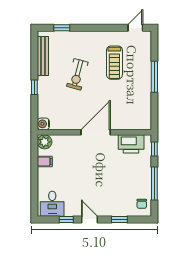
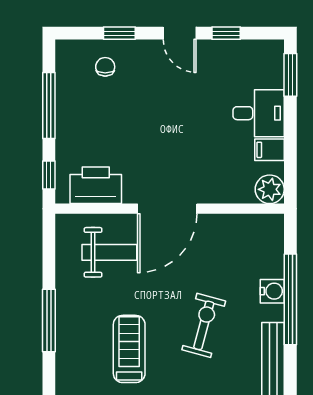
window: (34, 87) -> (290, 299), width x3.17
weight bench: (124, 111) -> (109, 252), added
water cooler: (43, 124) -> (272, 291), moved
window: (34, 199) -> (290, 75), added
desk: (52, 204) -> (259, 113), moved, turned 90
chair: (142, 204) -> (105, 67), moved

